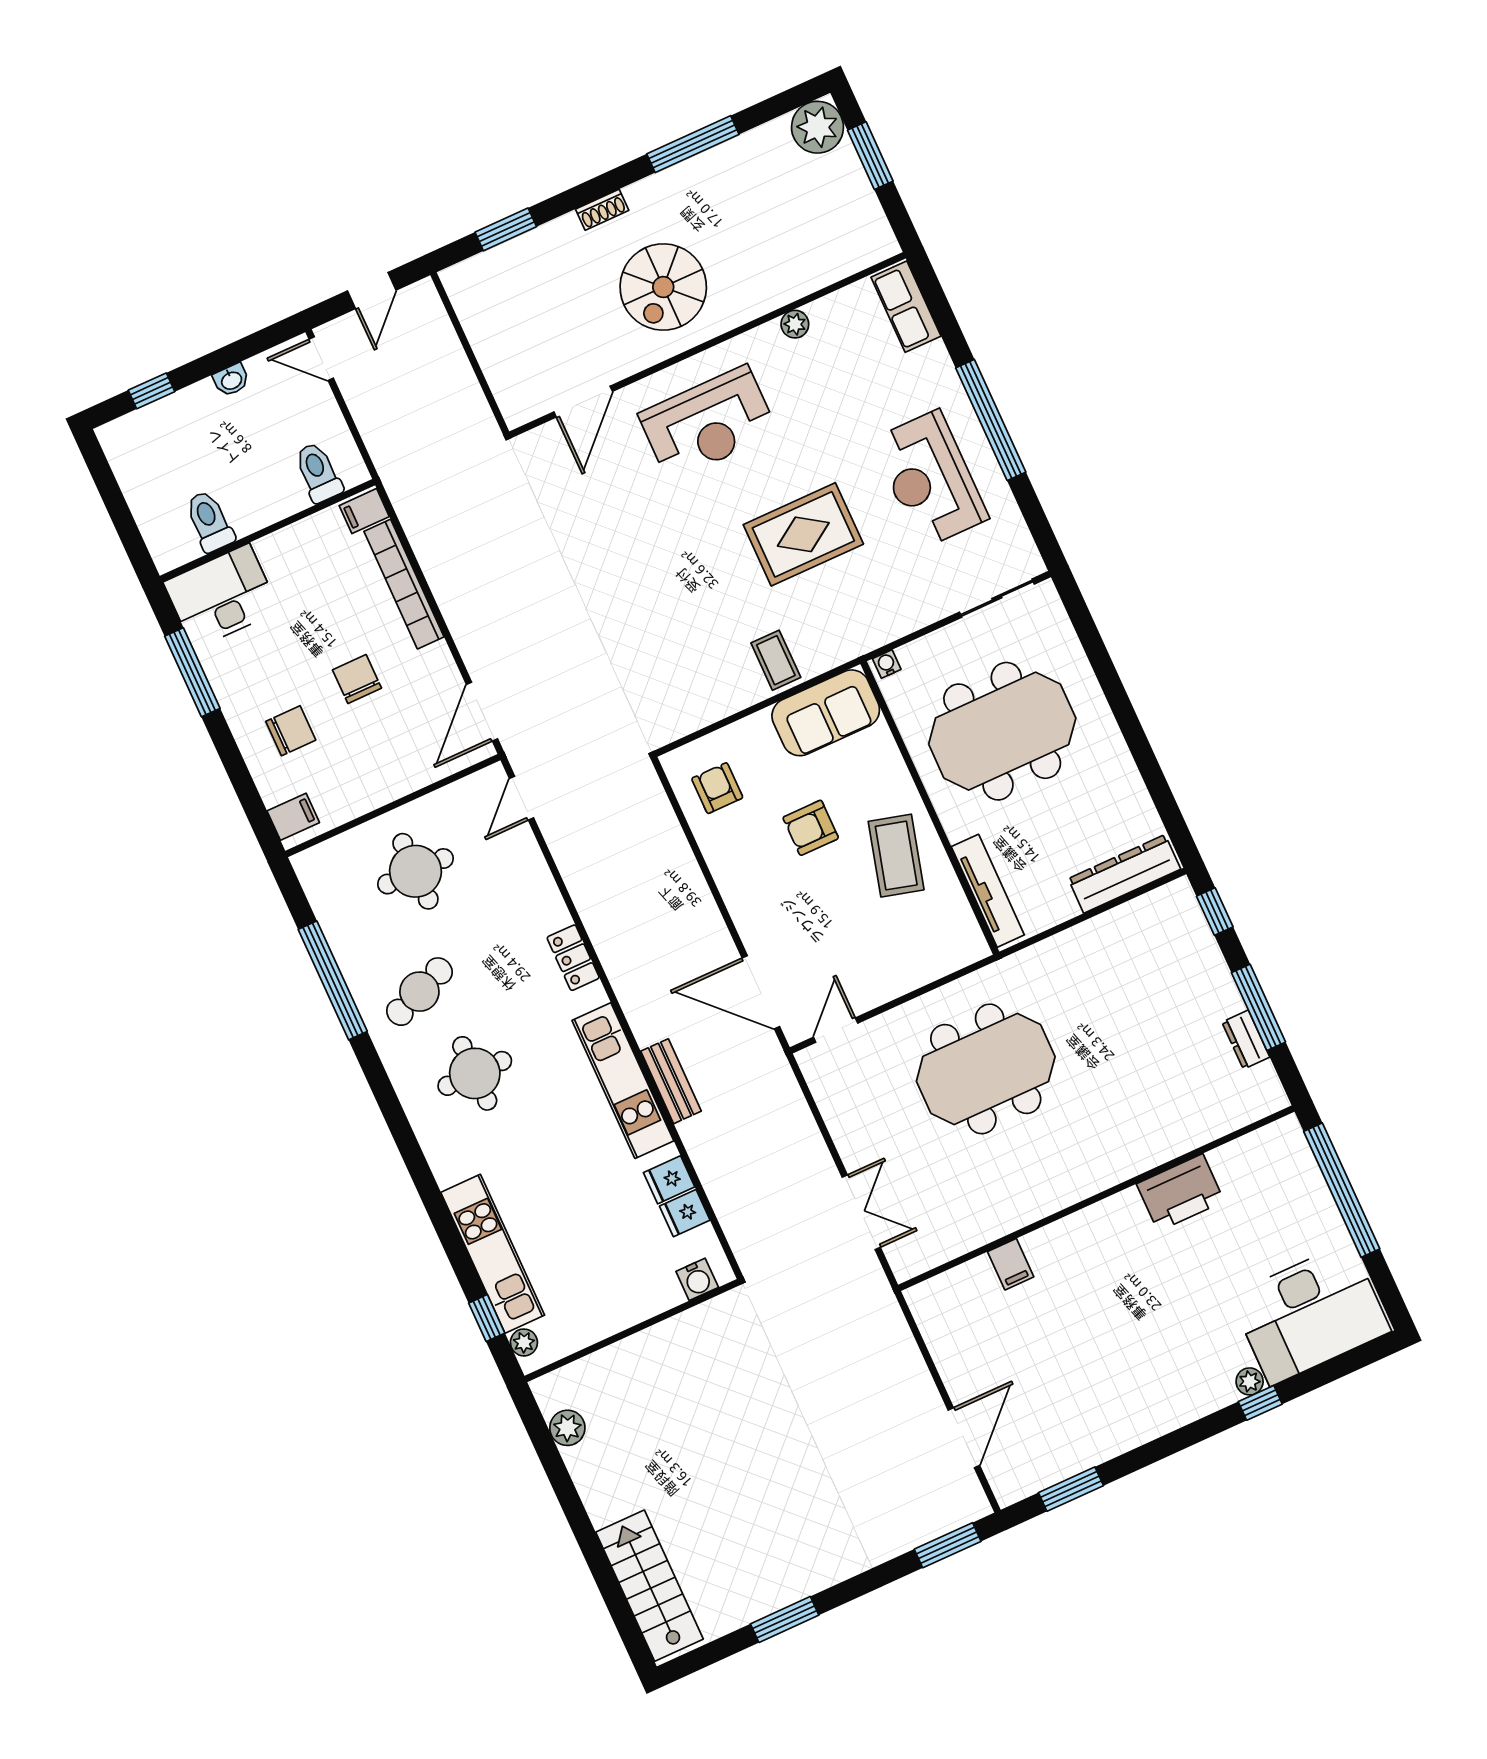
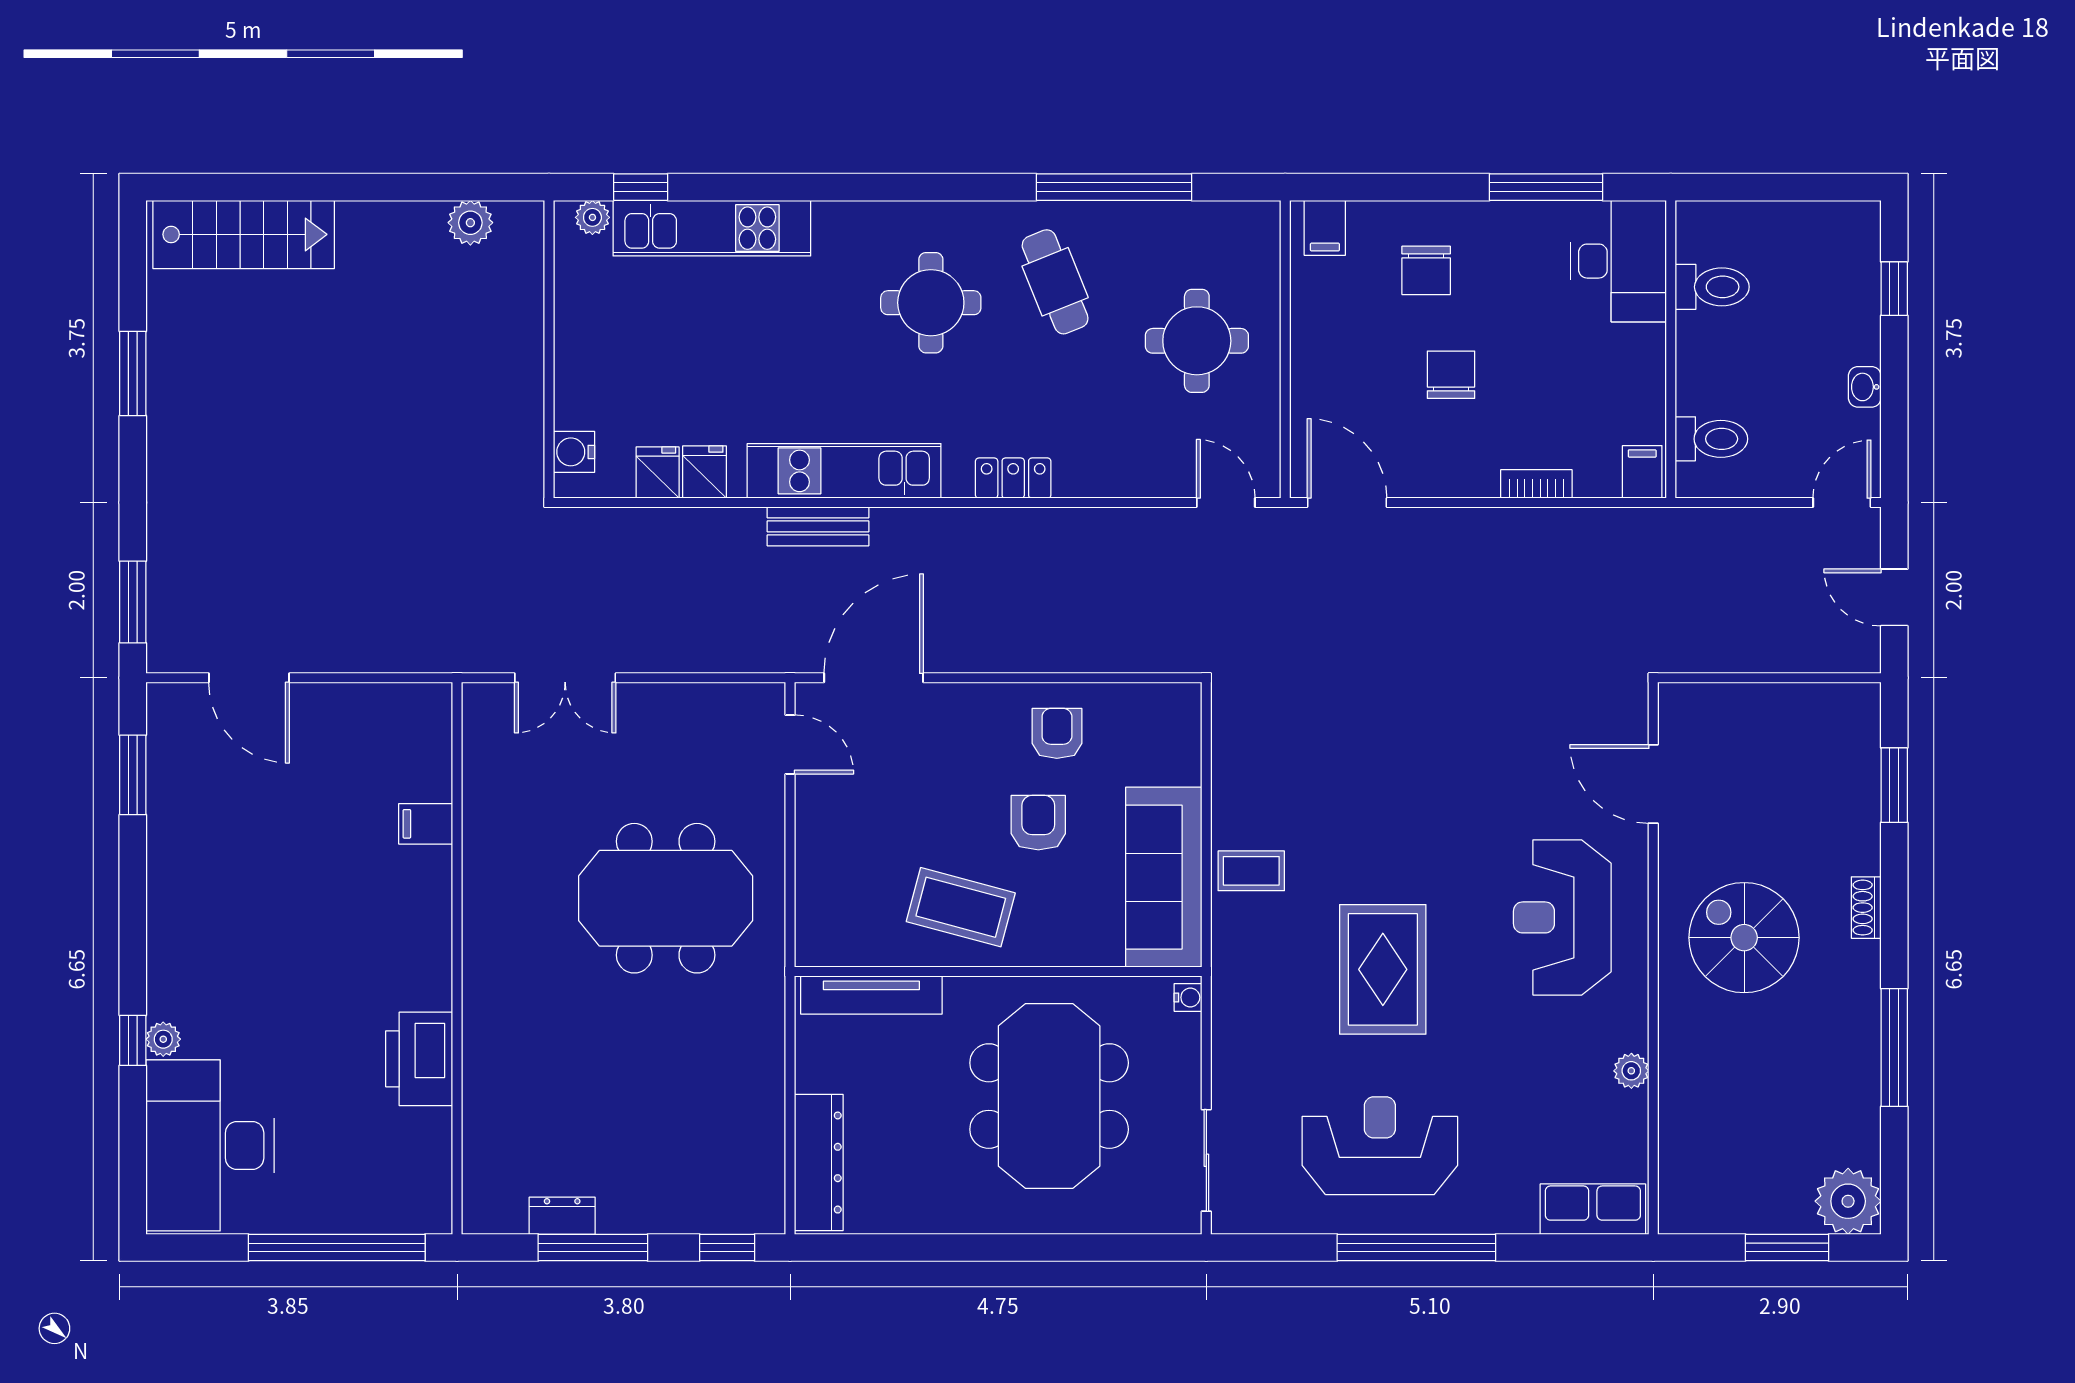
bookcase: (404, 584) -> (1536, 484), width x0.43, depth x0.76
chair: (357, 679) -> (1451, 375), turned -90
sofa: (826, 713) -> (1164, 877), width x1.36
armchair: (717, 788) -> (1057, 733), moved, turned -90
meeting table: (986, 1069) -> (666, 898), turned 90

